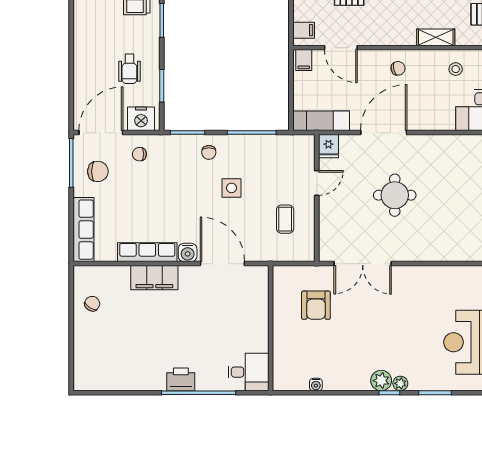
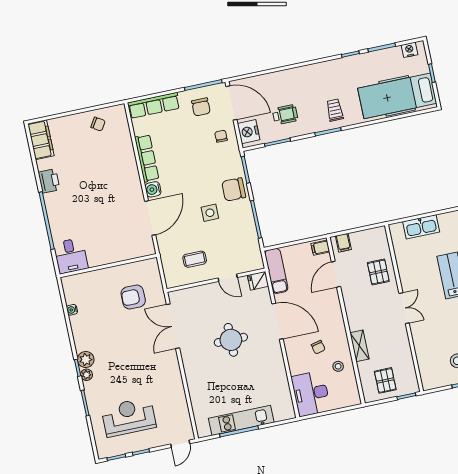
chair: (398, 68) -> (318, 347), moved
wheelchair: (129, 69) -> (285, 115), turned 180
chair: (209, 152) -> (234, 189), width x1.87, depth x1.87
filing cabinet: (154, 278) -> (41, 140), moved, turned 180
printer: (181, 379) -> (49, 181), moved

